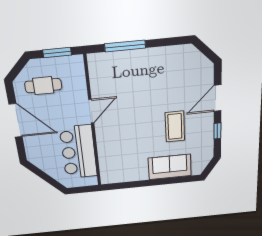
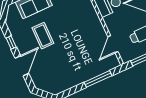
door: (91, 111) -> (113, 44), moved

